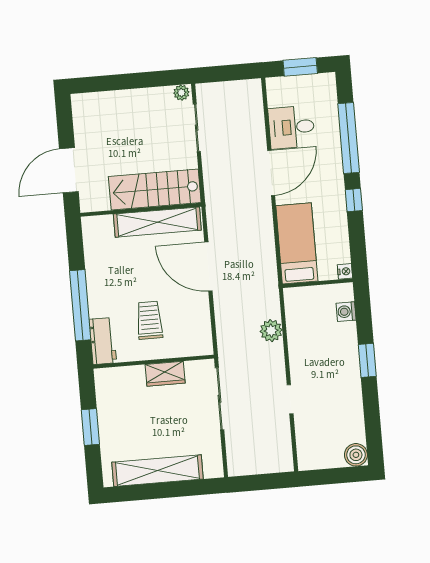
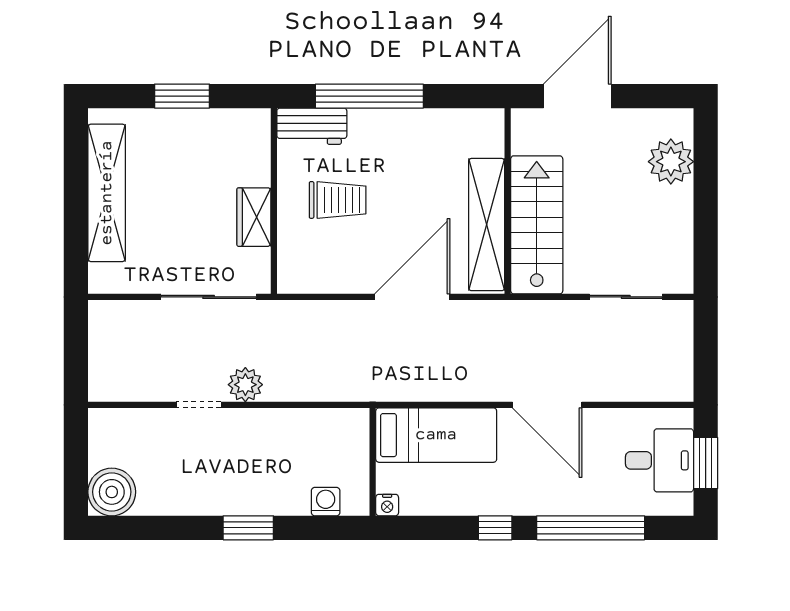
plant: (181, 93) -> (671, 162), moved, width x1.87, depth x1.87
desk: (291, 127) -> (660, 460), moved, turned 90
door: (69, 170) -> (577, 96), hinge flipped
plant: (271, 331) -> (245, 385), moved
boiler: (356, 455) -> (112, 492), width x1.37, depth x1.37

